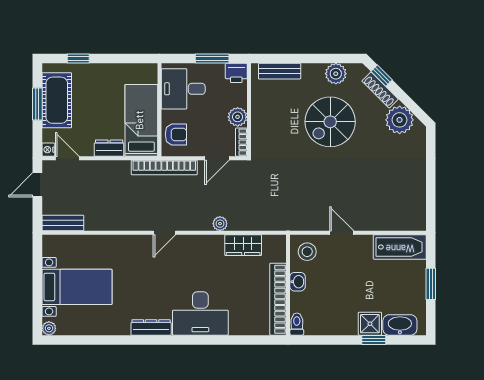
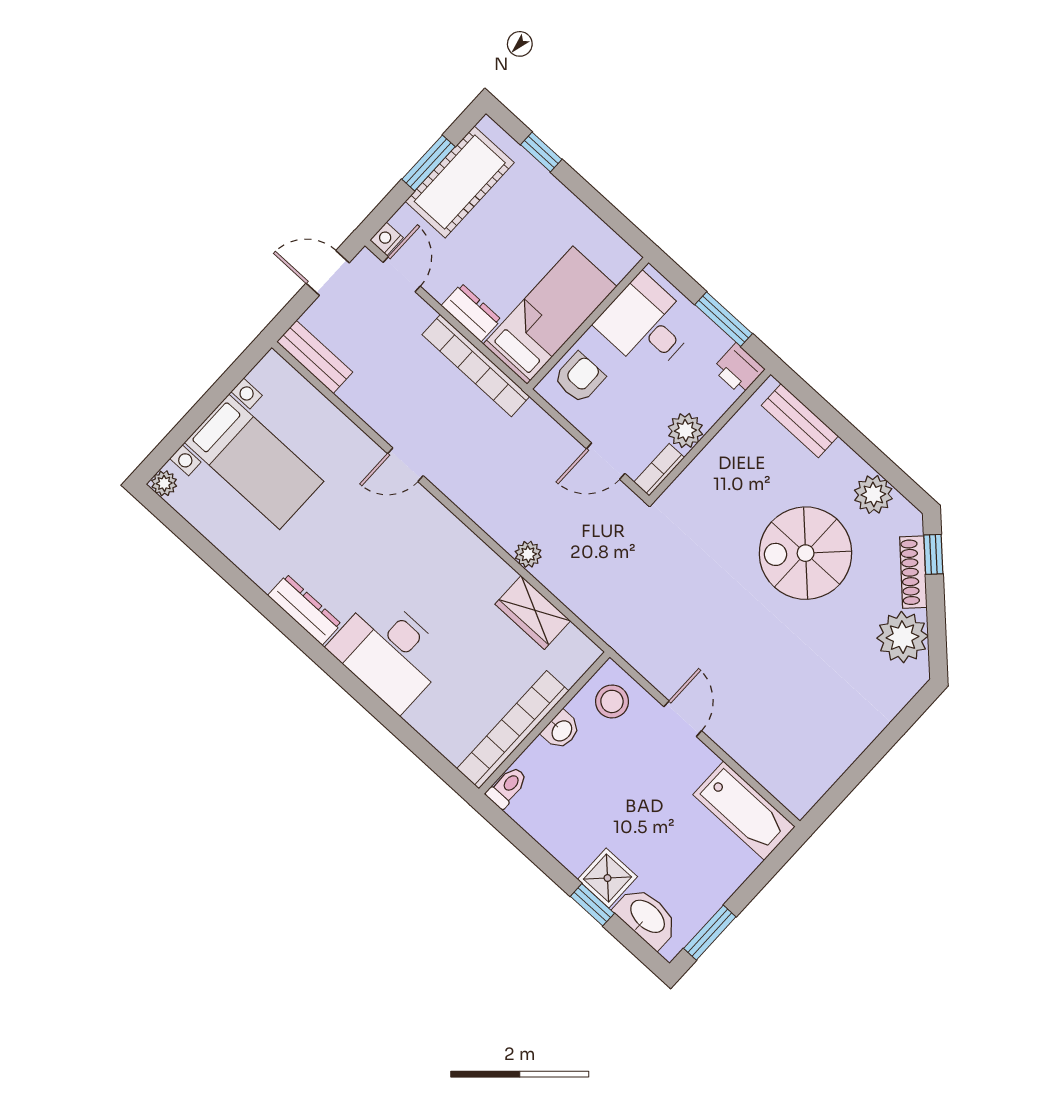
armchair: (176, 134) -> (579, 378), turned -90
bookcase: (164, 168) -> (476, 366), moved
door: (164, 233) -> (405, 465), moved
window: (431, 284) -> (710, 933), moved

